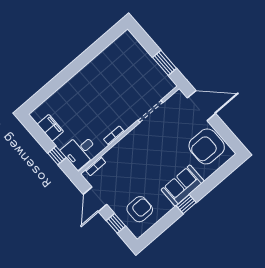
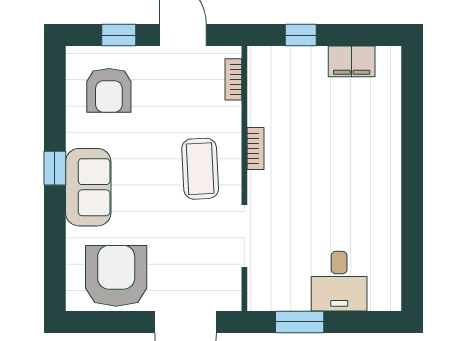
coffee table: (139, 150) -> (200, 169), added
desk: (80, 151) -> (339, 281), moved, turned 180

